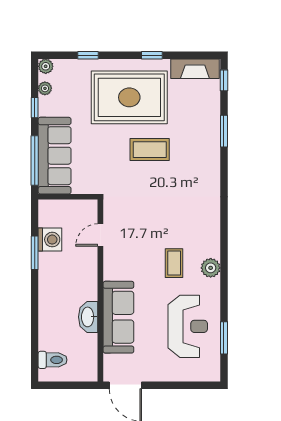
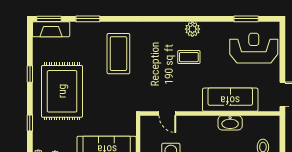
fireplace: (195, 69) -> (51, 29), moved, turned 90
window: (224, 80) -> (49, 19), width x1.50
coffee table: (150, 150) -> (118, 54), moved, width x1.36, depth x1.32
reception desk: (188, 326) -> (254, 48), moved

